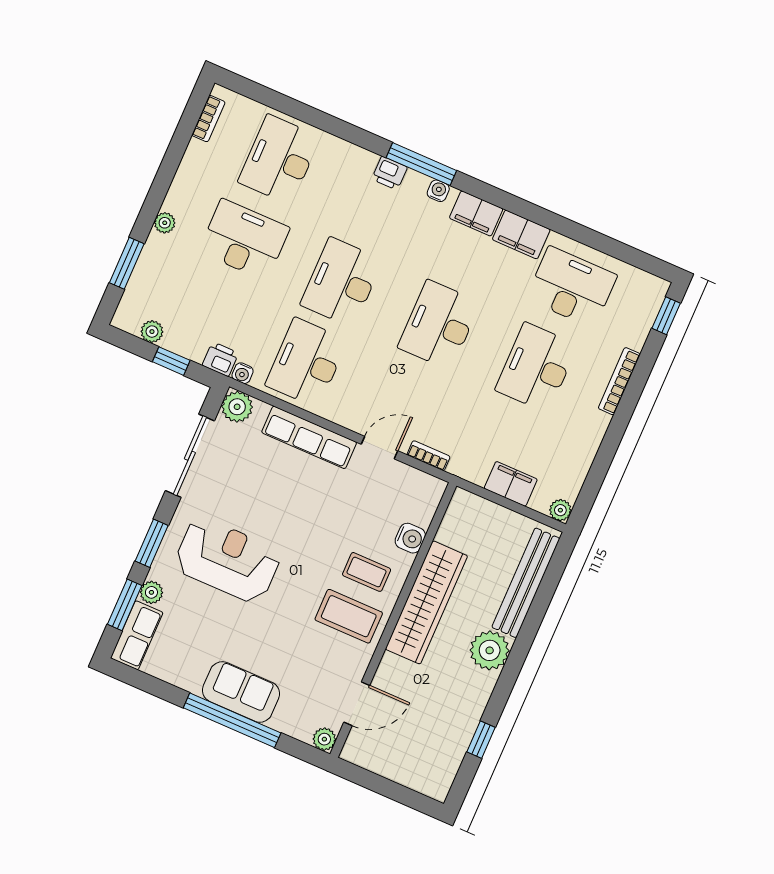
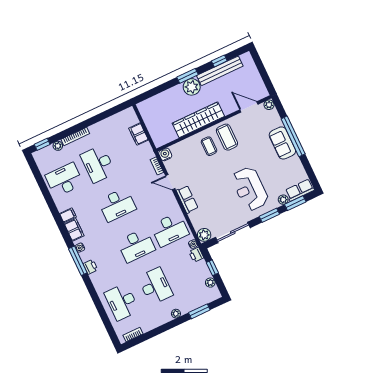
desk: (279, 159) -> (122, 302), turned 90
filing cabinet: (521, 234) -> (68, 215), width x0.50
desk: (244, 240) -> (155, 286), turned 180
desk: (572, 287) -> (64, 180), turned 90
desk: (536, 367) -> (98, 164), turned 90
row of seats: (309, 437) -> (187, 199), width x0.68
plant: (560, 510) -> (58, 146), moved
water cooler: (410, 538) -> (165, 154), moved
bench: (526, 583) -> (220, 71), moved
window: (514, 664) -> (188, 76), added

